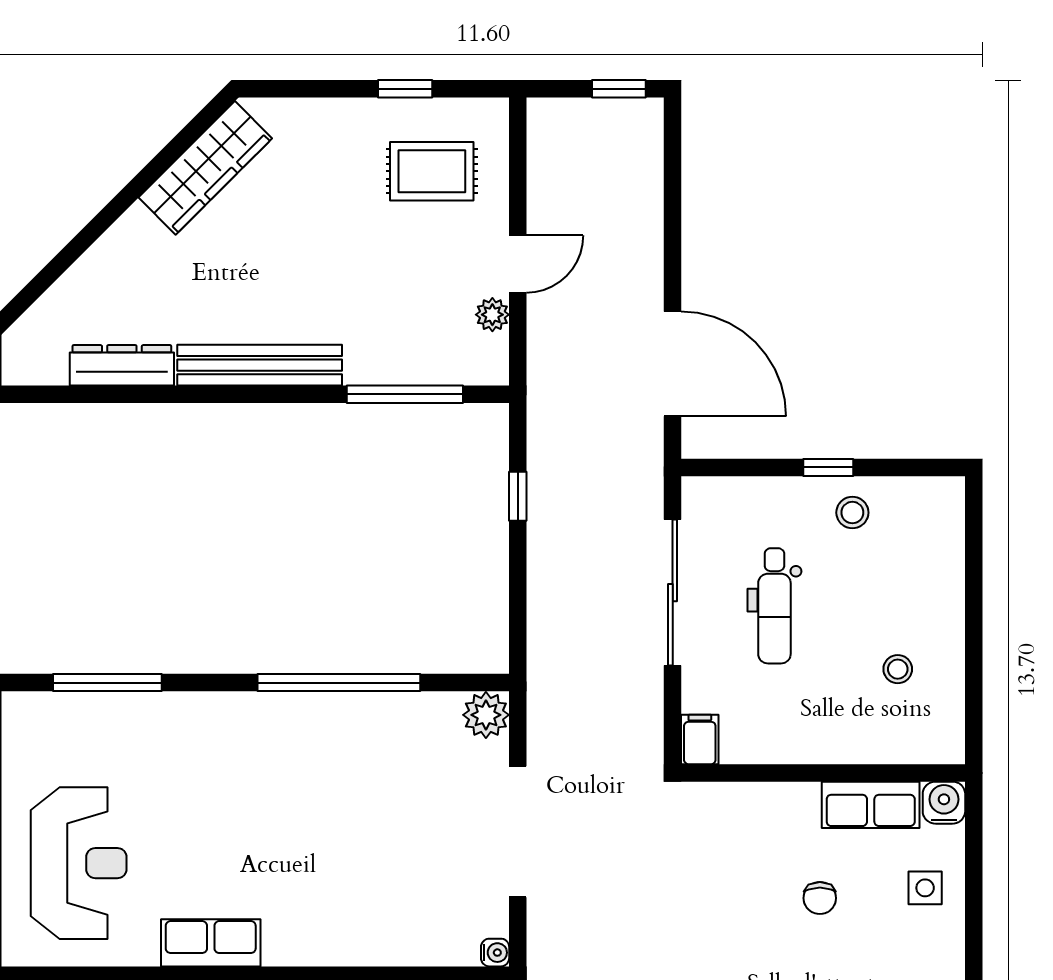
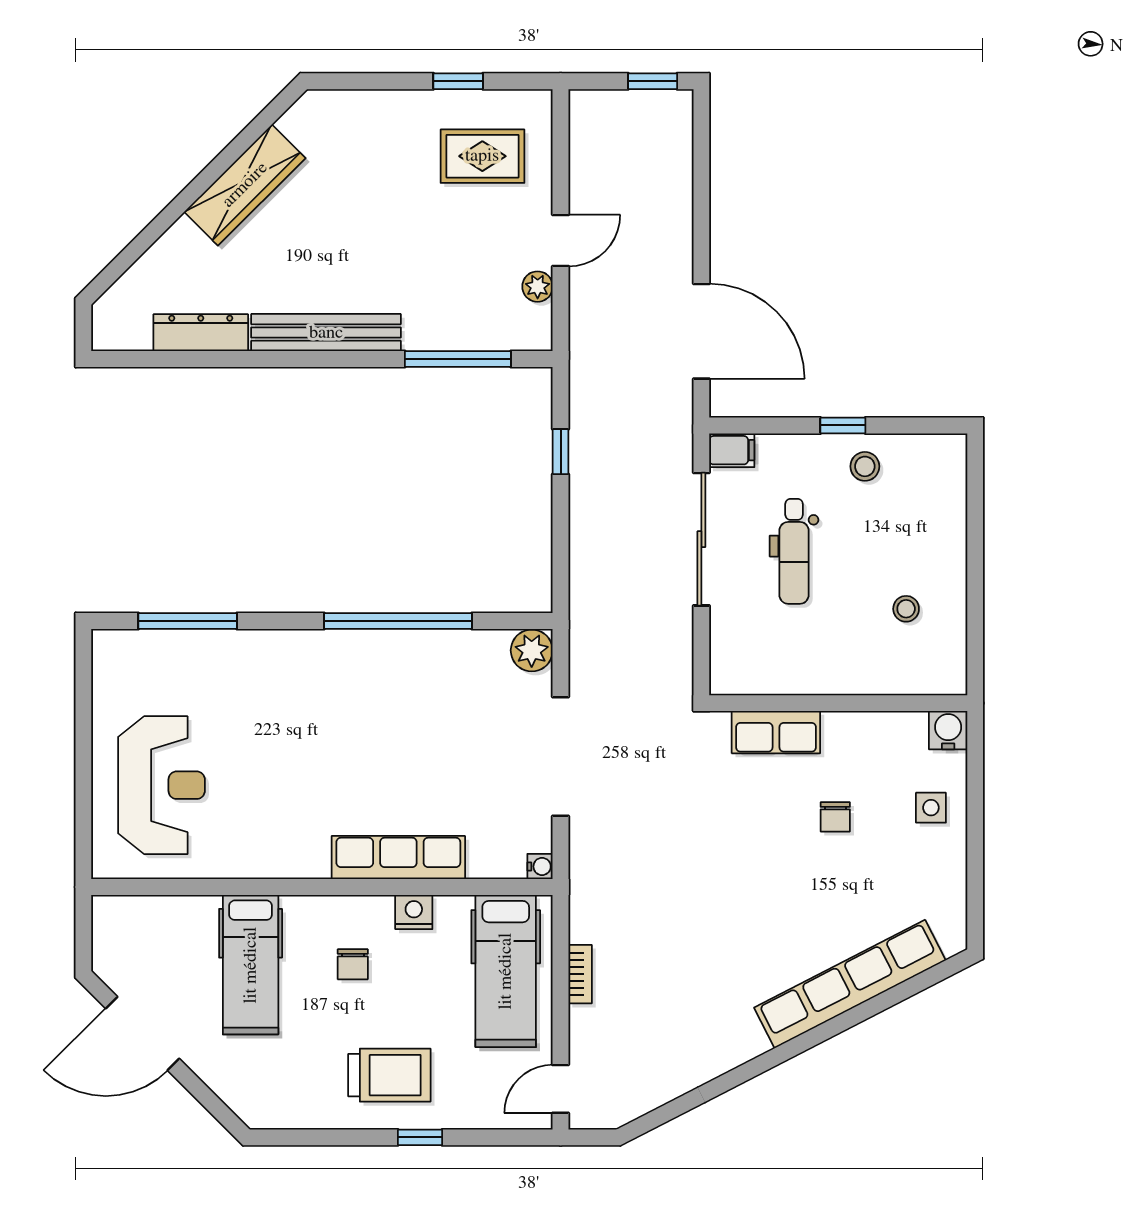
wardrobe: (205, 168) -> (245, 185), moved
filing cabinet: (700, 739) -> (732, 450), moved, turned 90
row of seats: (871, 805) -> (776, 732), moved
row of seats: (211, 943) -> (398, 858), moved, width x1.48

